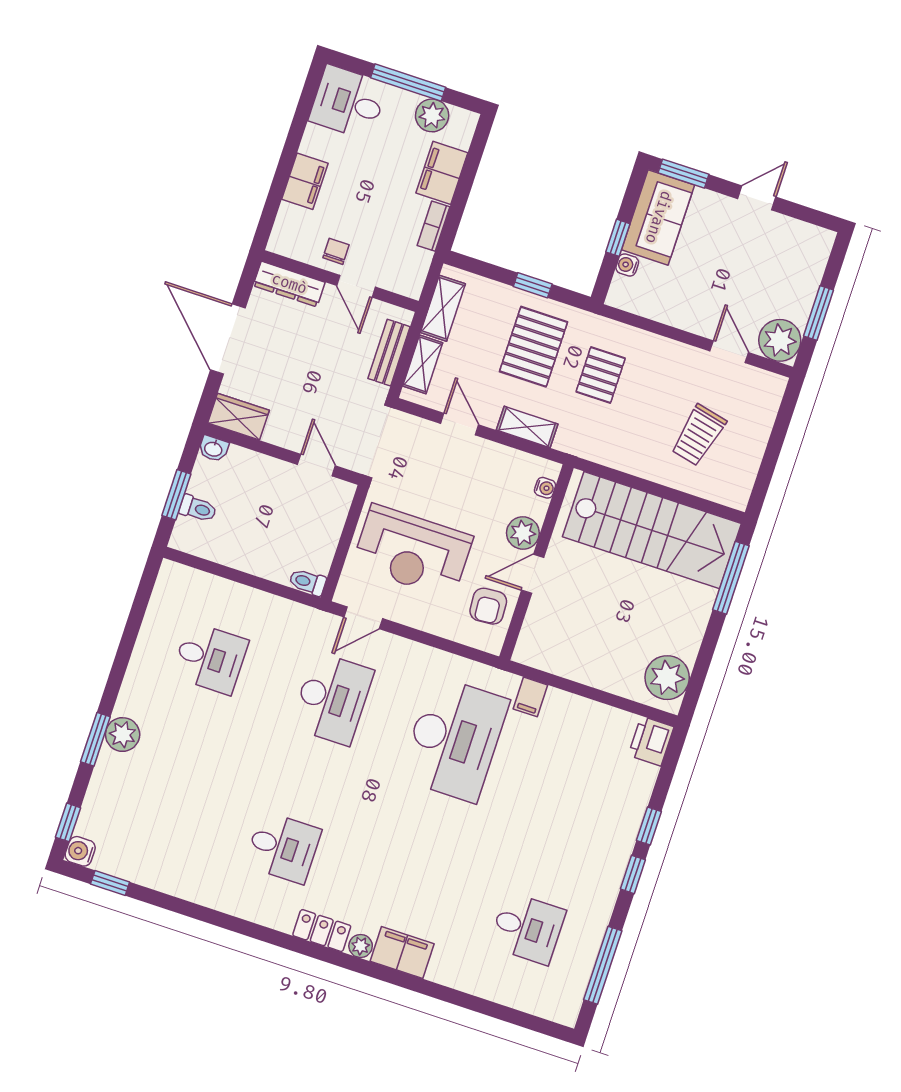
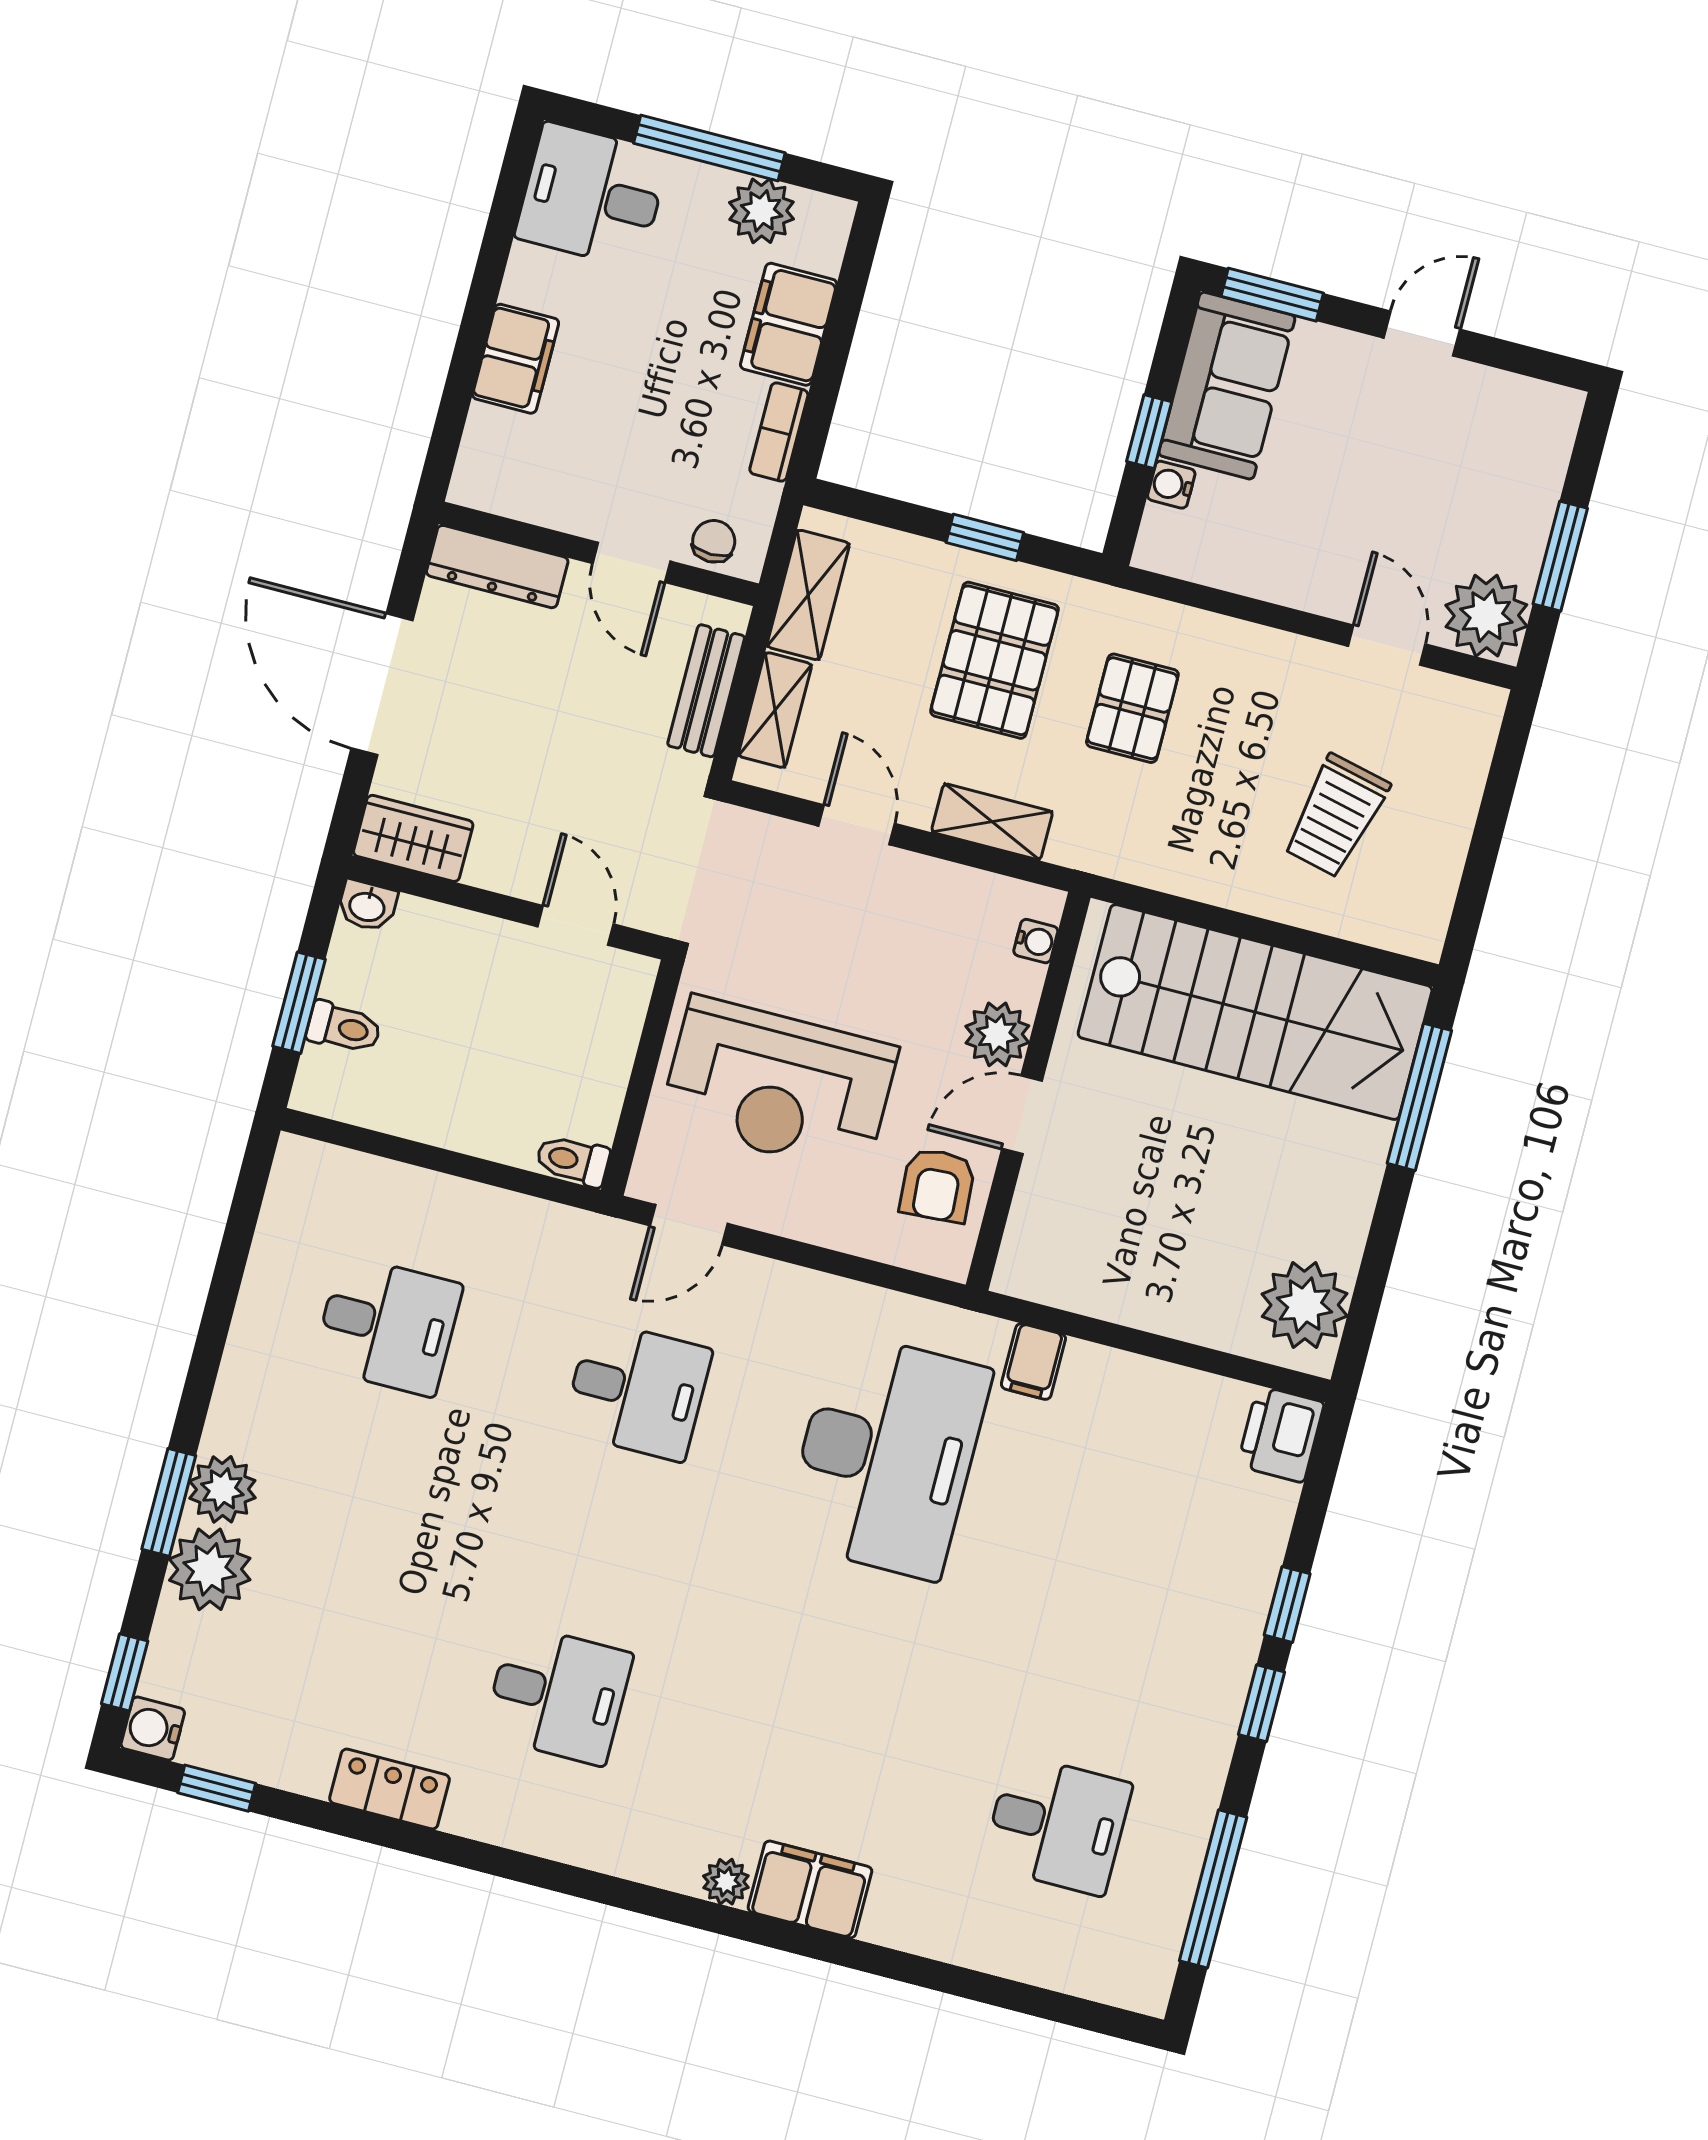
chair: (336, 251) -> (714, 541), moved
desk: (332, 699) -> (637, 1391), width x0.73
plant: (114, 774) -> (210, 1569), added
locker: (322, 931) -> (390, 1789), moved

